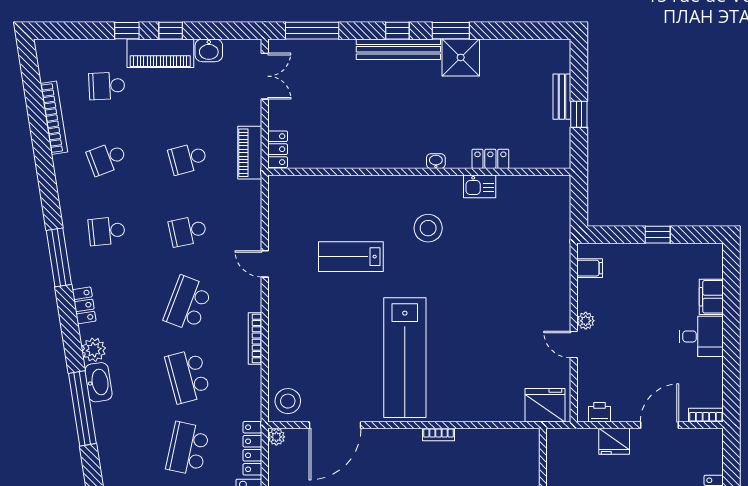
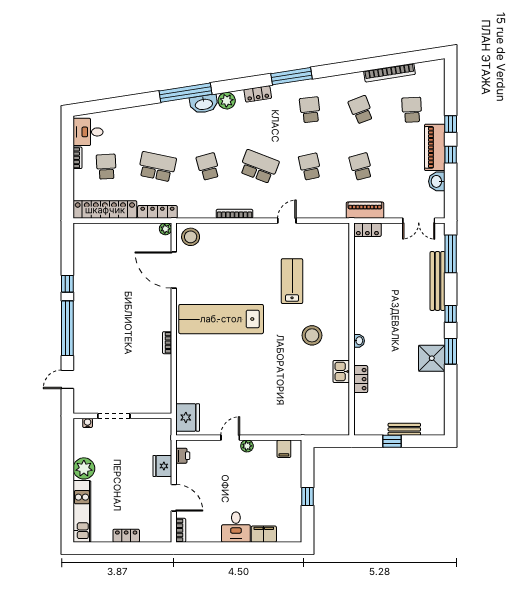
bench: (398, 49) -> (438, 281), moved
school desk: (188, 376) -> (208, 167), width x0.54

